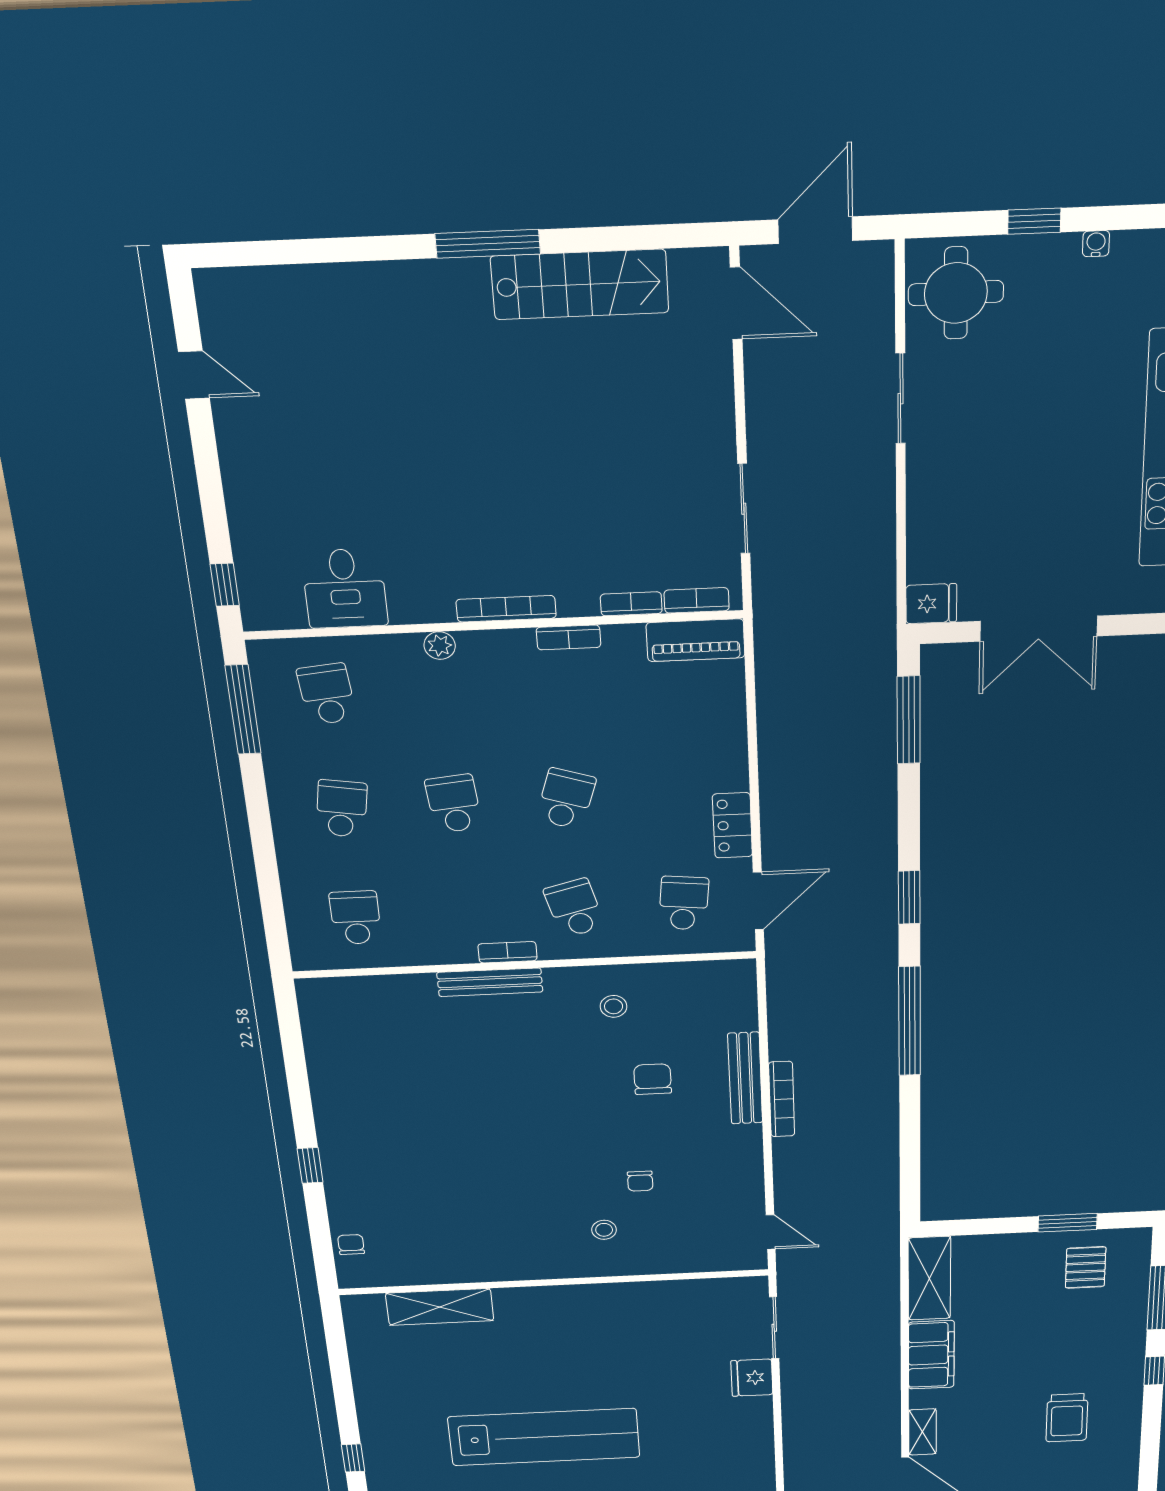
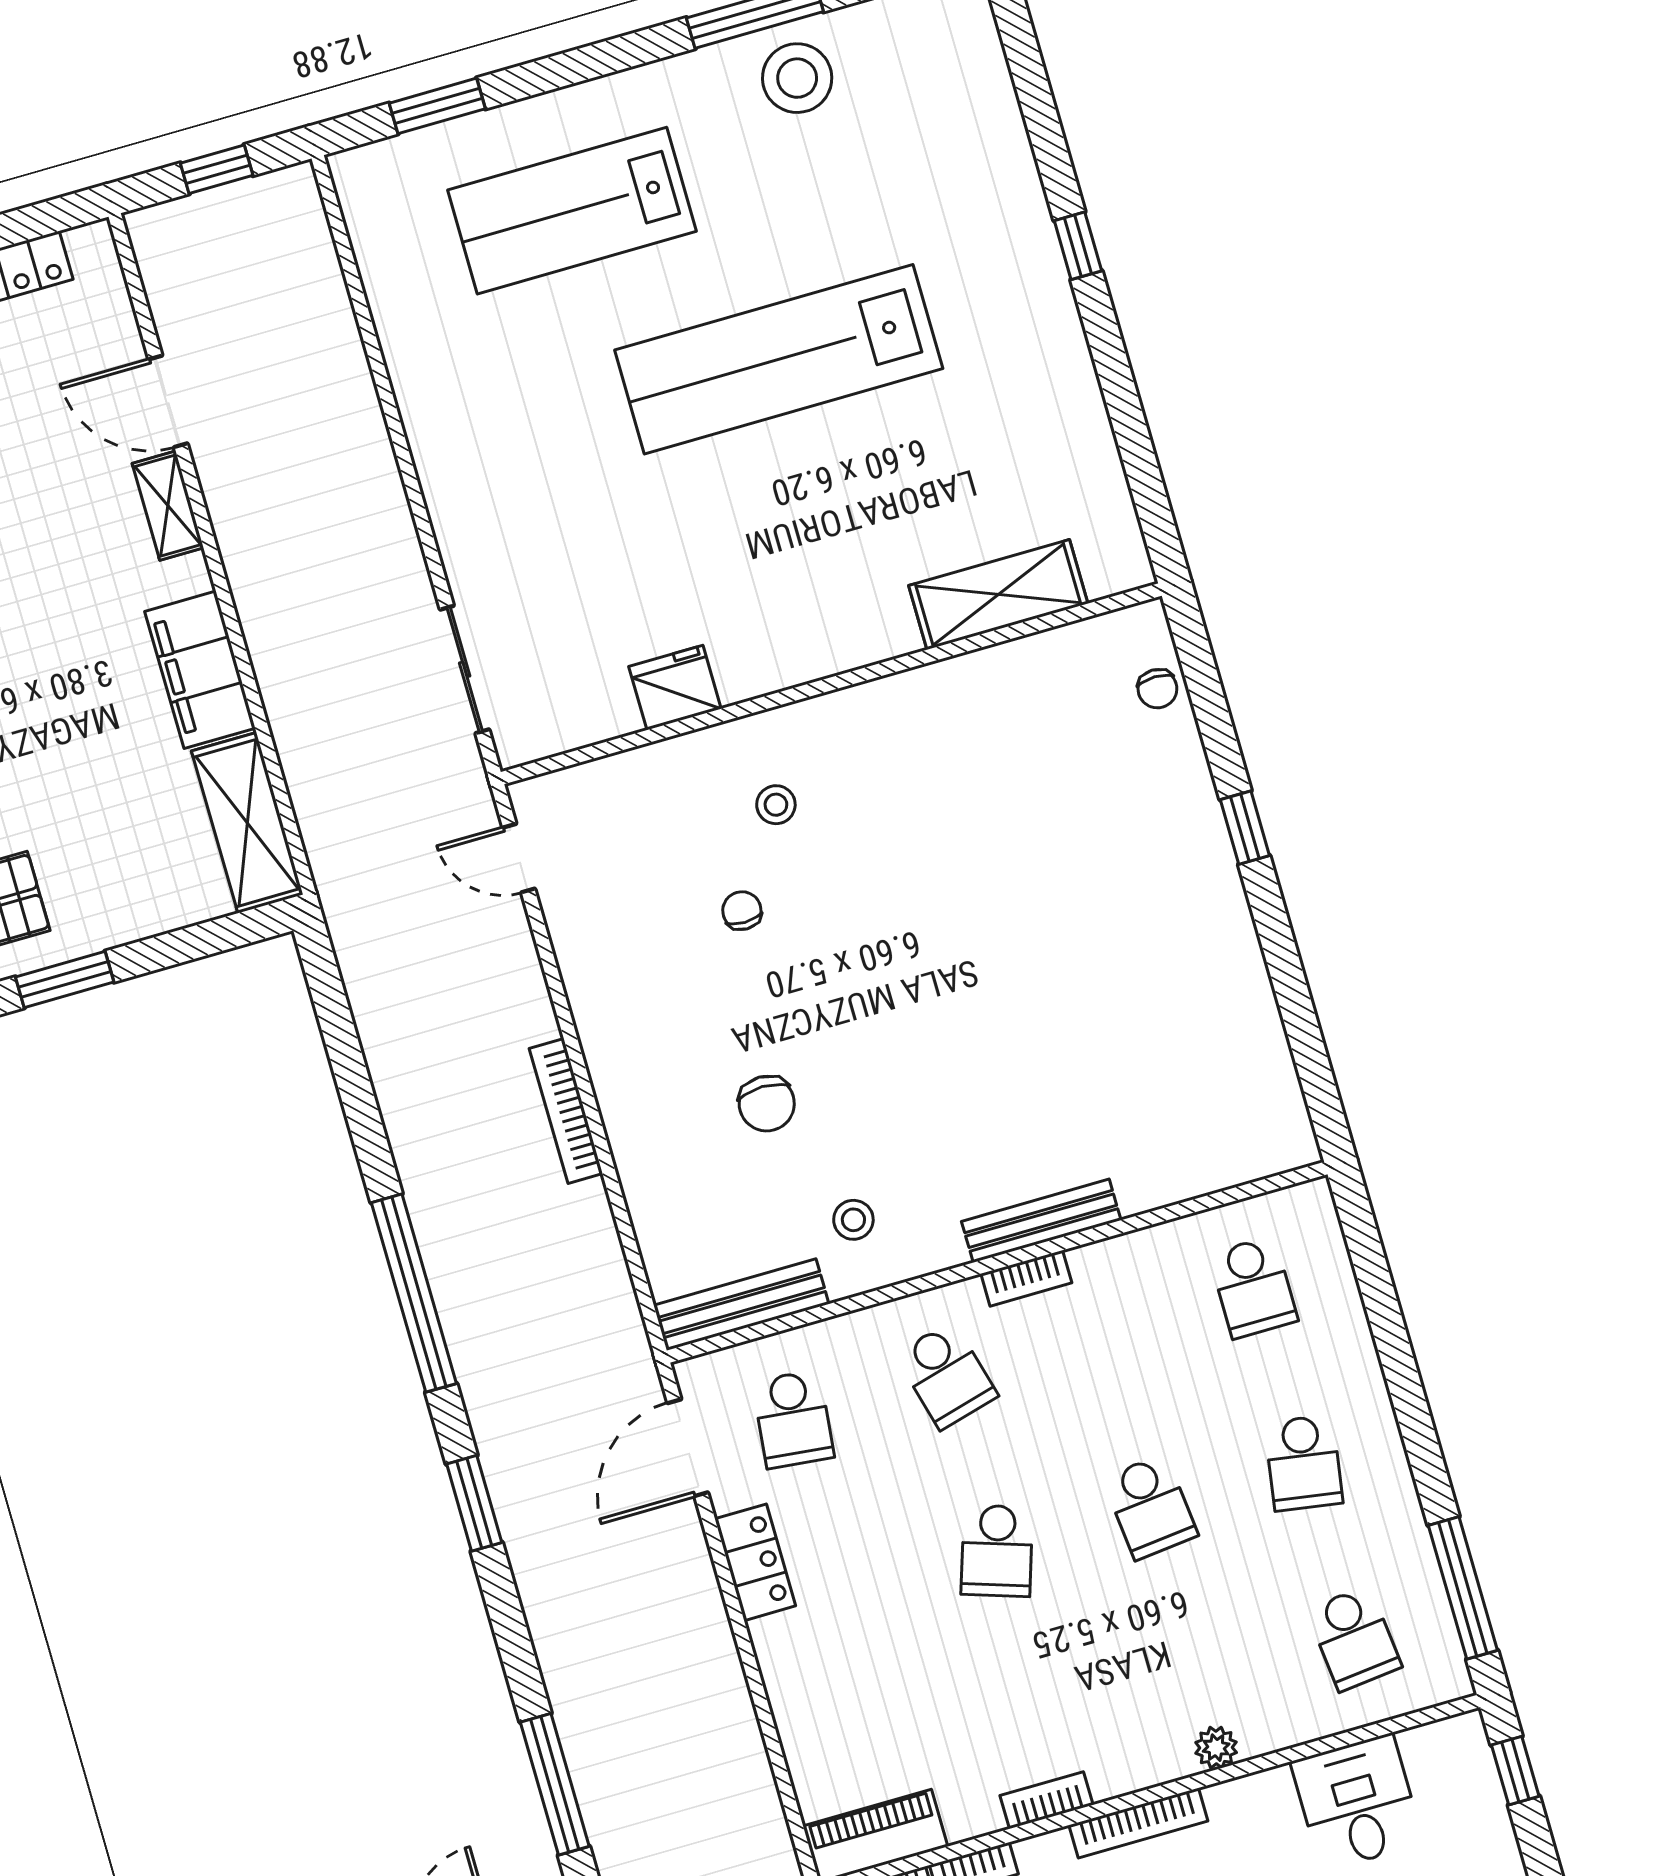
bench: (745, 1078) -> (741, 1305), moved, turned 90
fridge: (752, 1378) -> (675, 688), moved, turned -90

